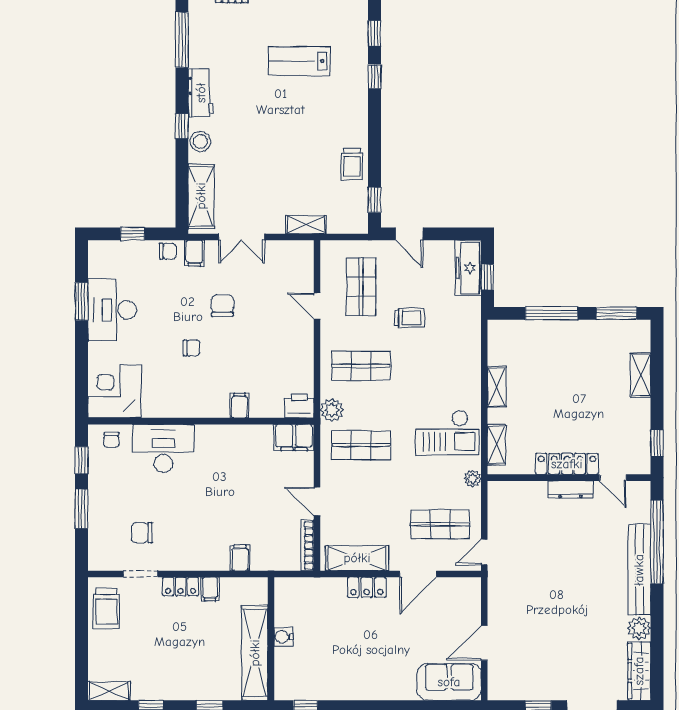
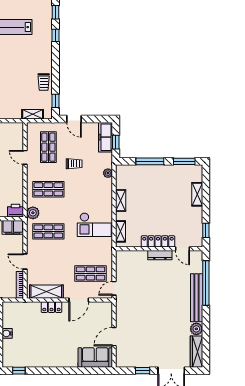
shelving: (306, 225) -> (33, 114), moved
plant: (473, 479) -> (108, 173), moved

